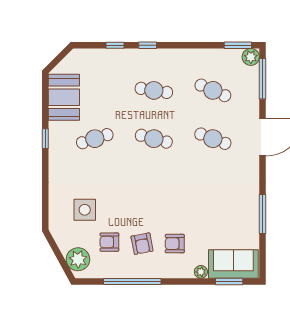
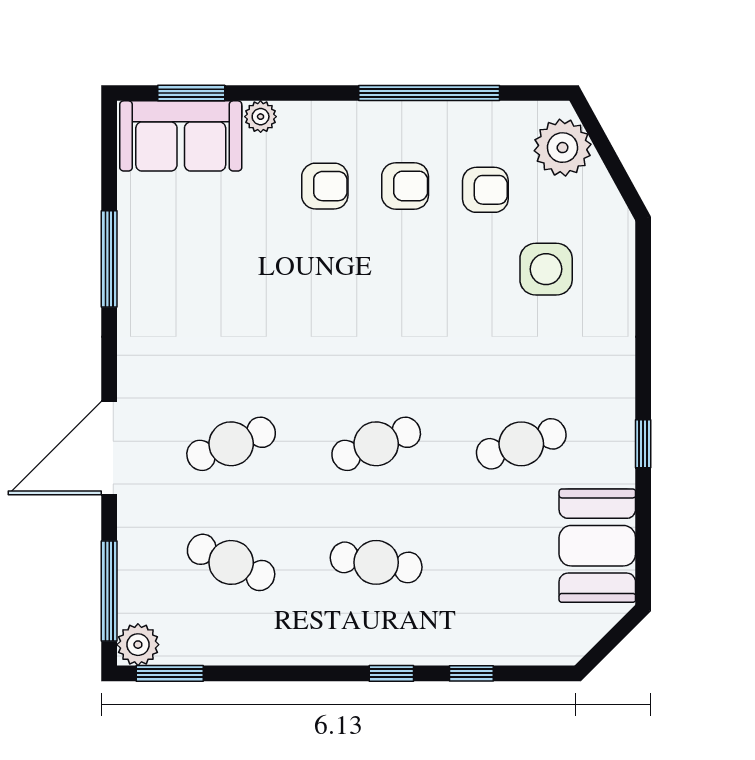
cafe table: (154, 139) -> (376, 444), turned -36
cafe table: (213, 139) -> (231, 444), turned -42
armchair: (142, 244) -> (405, 186), turned 101

